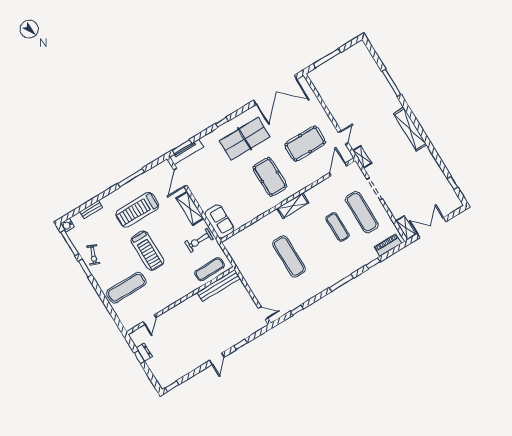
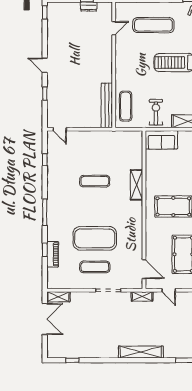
shelving: (293, 206) -> (137, 185), moved
exercise mat: (362, 212) -> (95, 267), width x0.73, depth x0.69
exercise mat: (337, 227) -> (95, 238), width x2.00, depth x1.45
piano: (388, 245) -> (53, 254), moved
exercise mat: (289, 257) -> (95, 181), width x0.73, depth x0.69
exercise mat: (126, 288) -> (153, 25), turned 90
door: (263, 313) -> (60, 129), hinge flipped
door: (150, 320) -> (114, 28), swing flipped

